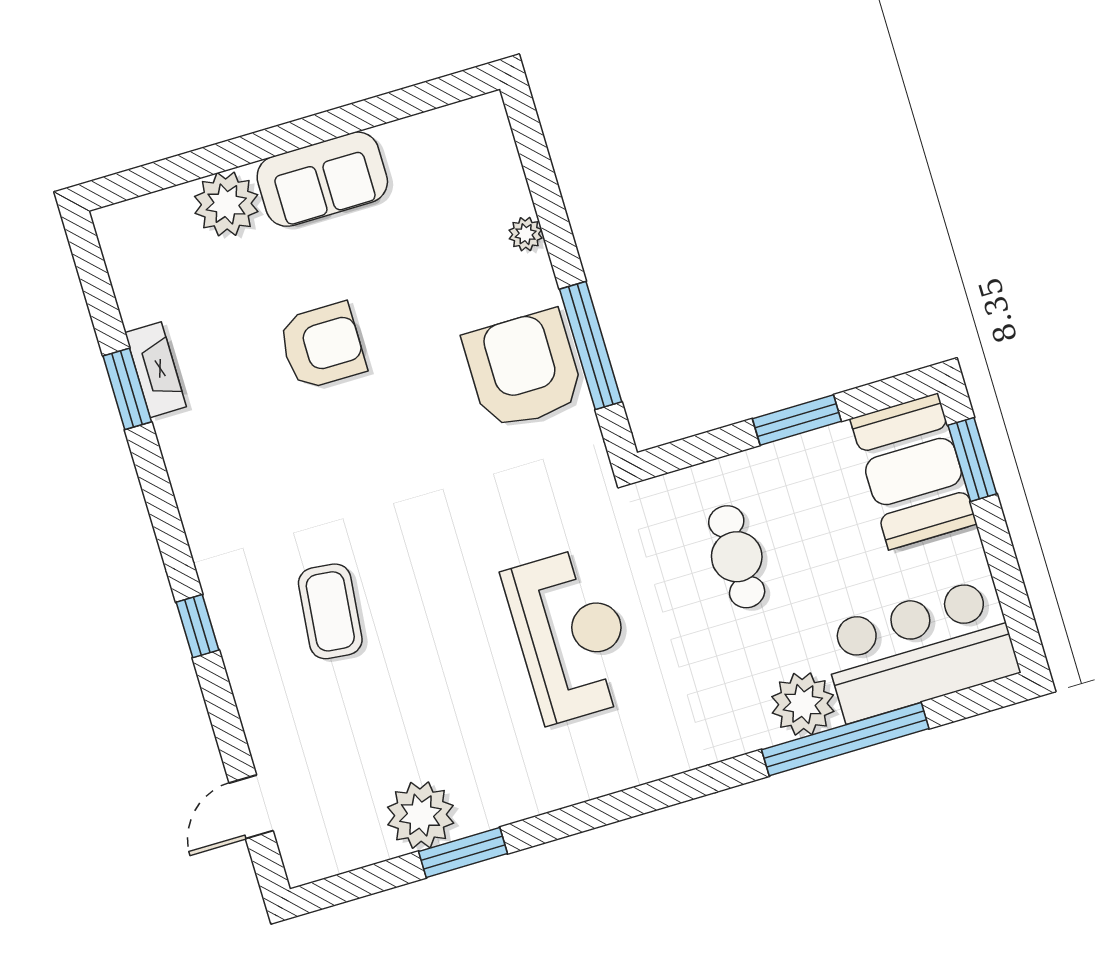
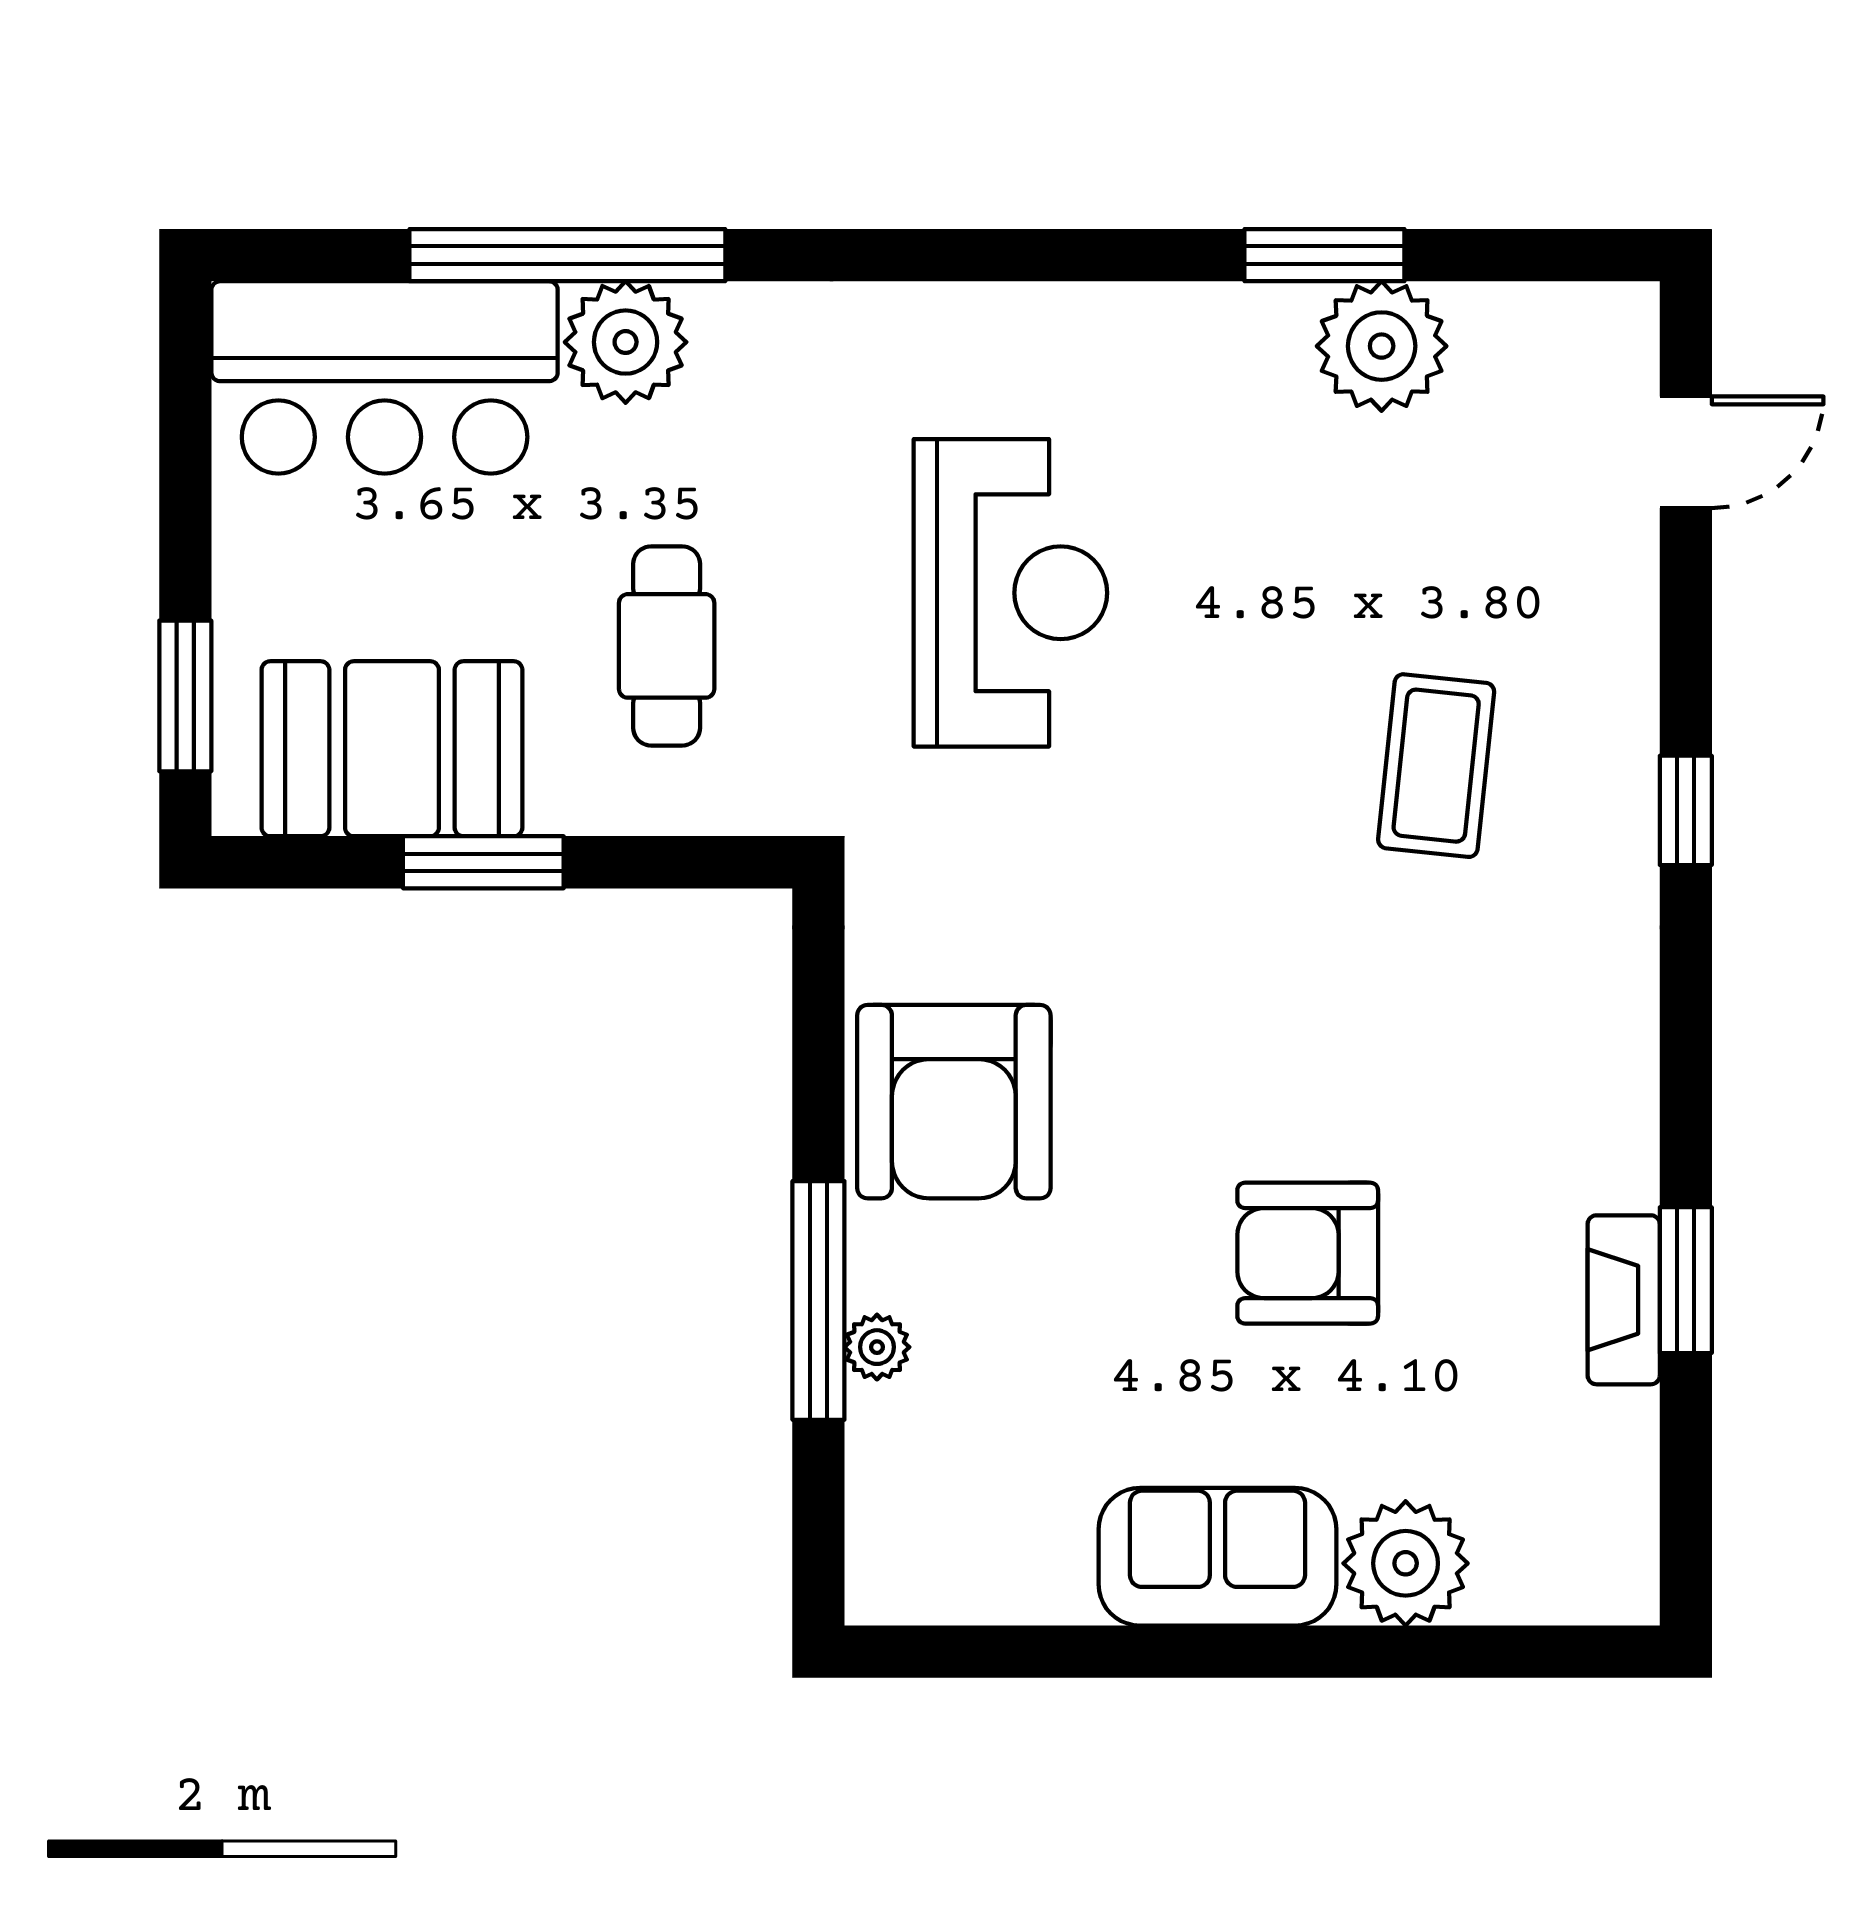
window: (591, 345) -> (818, 1300), moved
booth: (913, 471) -> (392, 749), moved, turned 90
reception desk: (571, 635) -> (1010, 593), turned 180

